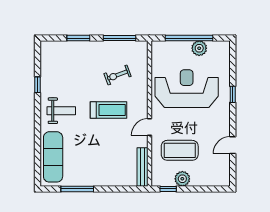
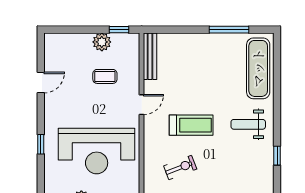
treadmill: (108, 110) -> (191, 125), turned 180
coffee table: (180, 150) -> (105, 76), width x0.54, depth x0.58

